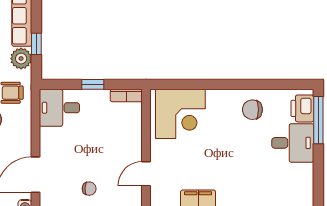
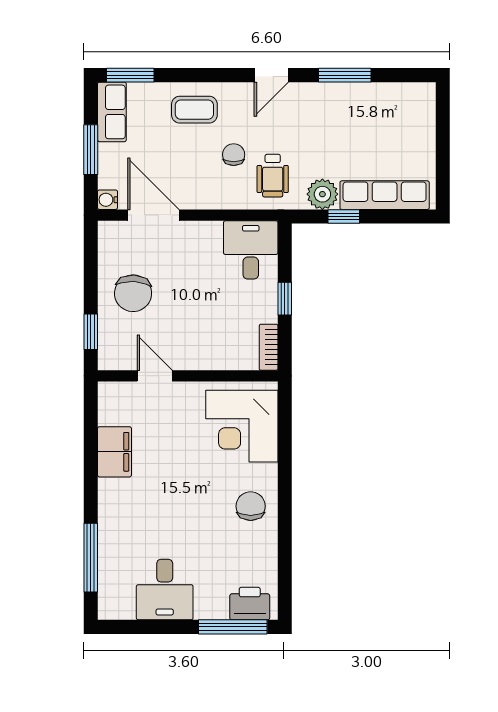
chair: (252, 110) -> (251, 506), moved
desk: (293, 143) -> (165, 589), moved
chair: (89, 189) -> (133, 293), width x1.87, depth x1.87

